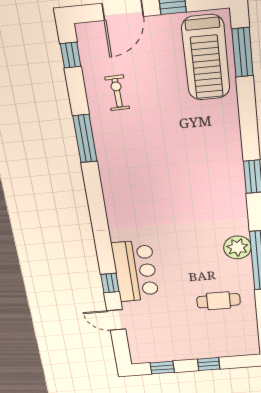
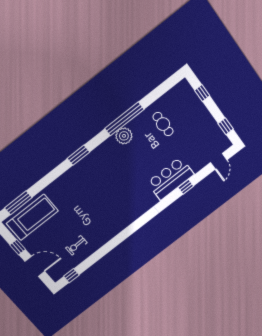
window: (85, 139) -> (110, 246), removed
door: (116, 320) -> (219, 161), moved
window: (209, 364) -> (202, 93), moved

